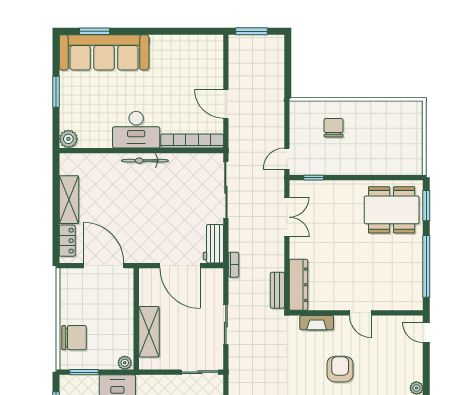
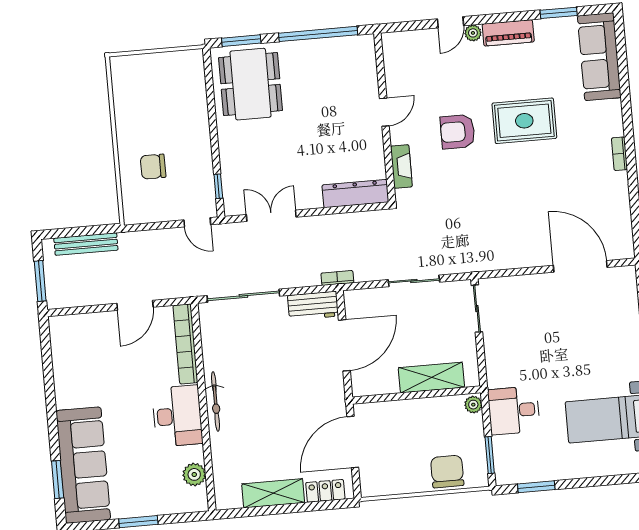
plant: (68, 139) -> (194, 474), moved
bench: (277, 290) -> (86, 244), moved, width x1.36
door: (426, 332) -> (451, 22), moved

